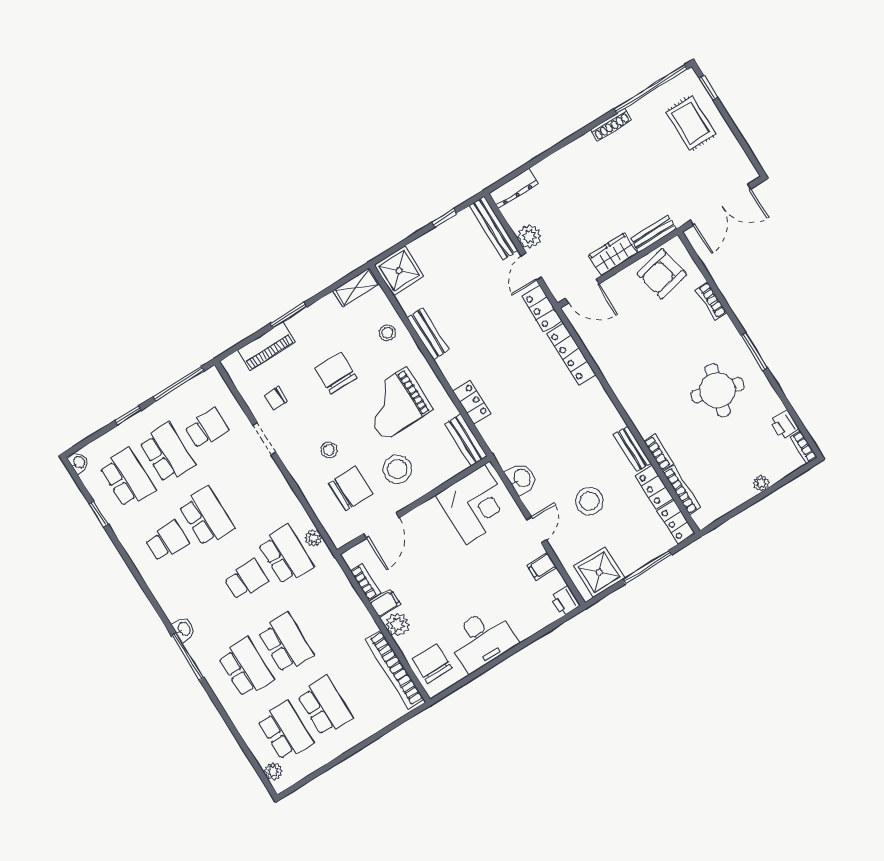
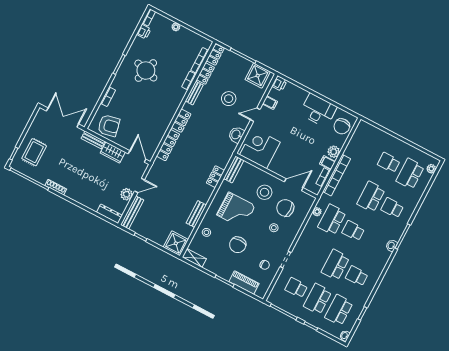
locker: (542, 309) -> (181, 121), moved
school desk: (246, 668) -> (392, 208), width x0.54
bookcase: (395, 669) -> (337, 175), moved
school desk: (325, 706) -> (389, 163), width x0.54

